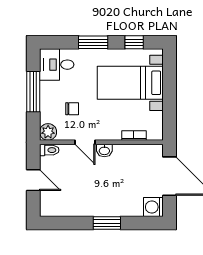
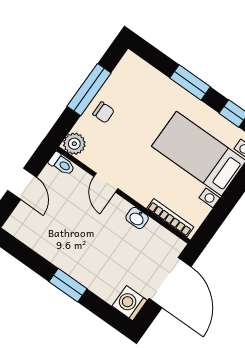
desk: (57, 65) -> (134, 79), removed
chair: (72, 109) -> (104, 112), moved
bookcase: (134, 136) -> (170, 218), width x1.56
washbasin: (104, 150) -> (137, 218), moved

